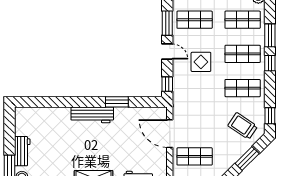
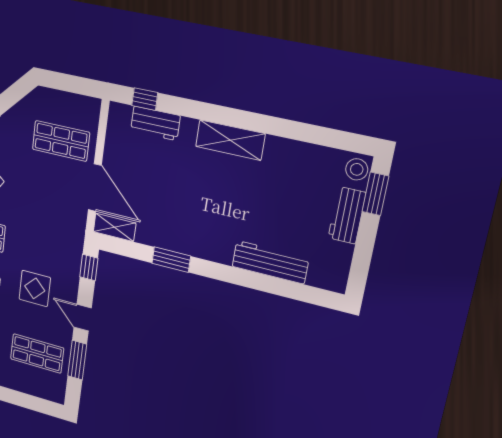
shelving: (154, 113) -> (115, 227), added
workbench: (92, 115) -> (270, 262), moved

